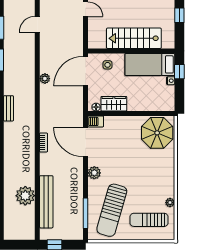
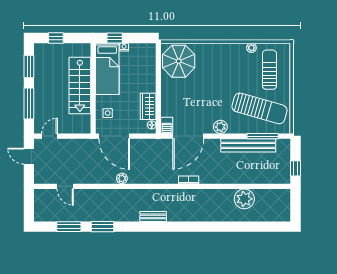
bench: (46, 202) -> (248, 145), moved
sun lounger: (149, 220) -> (269, 70), turned 180

